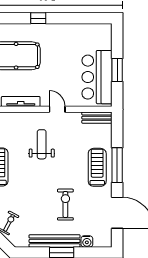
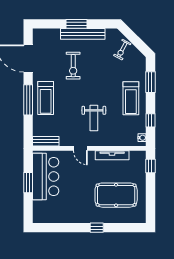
water cooler: (87, 241) -> (55, 34), removed

